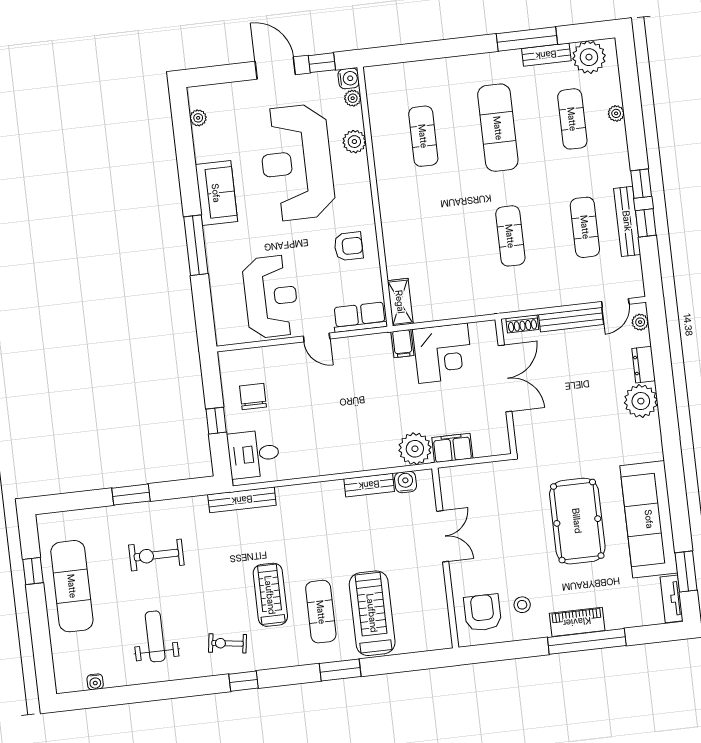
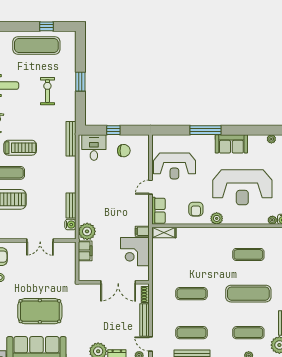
plant: (354, 142) -> (217, 218), moved
reception desk: (297, 163) -> (242, 187), turned 180

